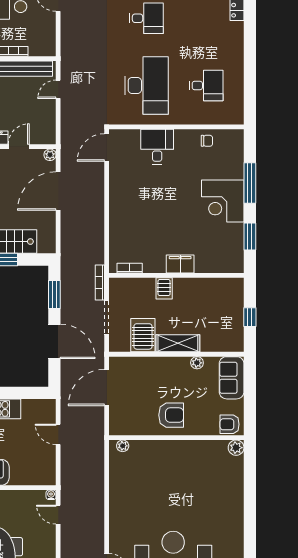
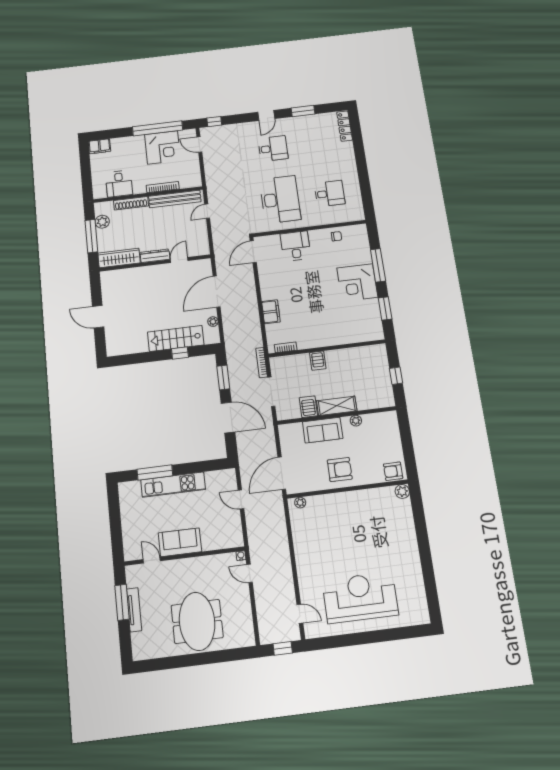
plant: (50, 155) -> (213, 322), moved
filing cabinet: (180, 264) -> (271, 312), moved, turned 90
server rack: (143, 335) -> (308, 407), width x0.73, depth x0.70
sofa: (232, 378) -> (323, 430), moved, turned -90
door: (107, 387) -> (282, 473), moved

